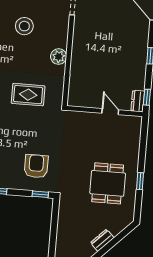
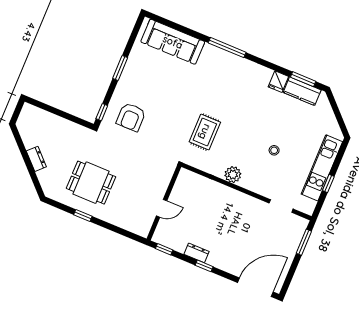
stool: (24, 26) -> (274, 150), width x0.53, depth x0.53
dresser: (138, 101) -> (197, 253), moved
armchair: (36, 166) -> (131, 117), turned 90

